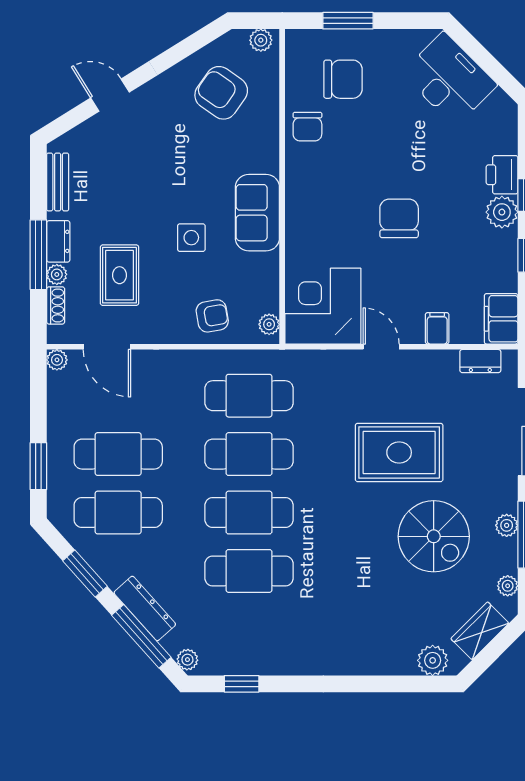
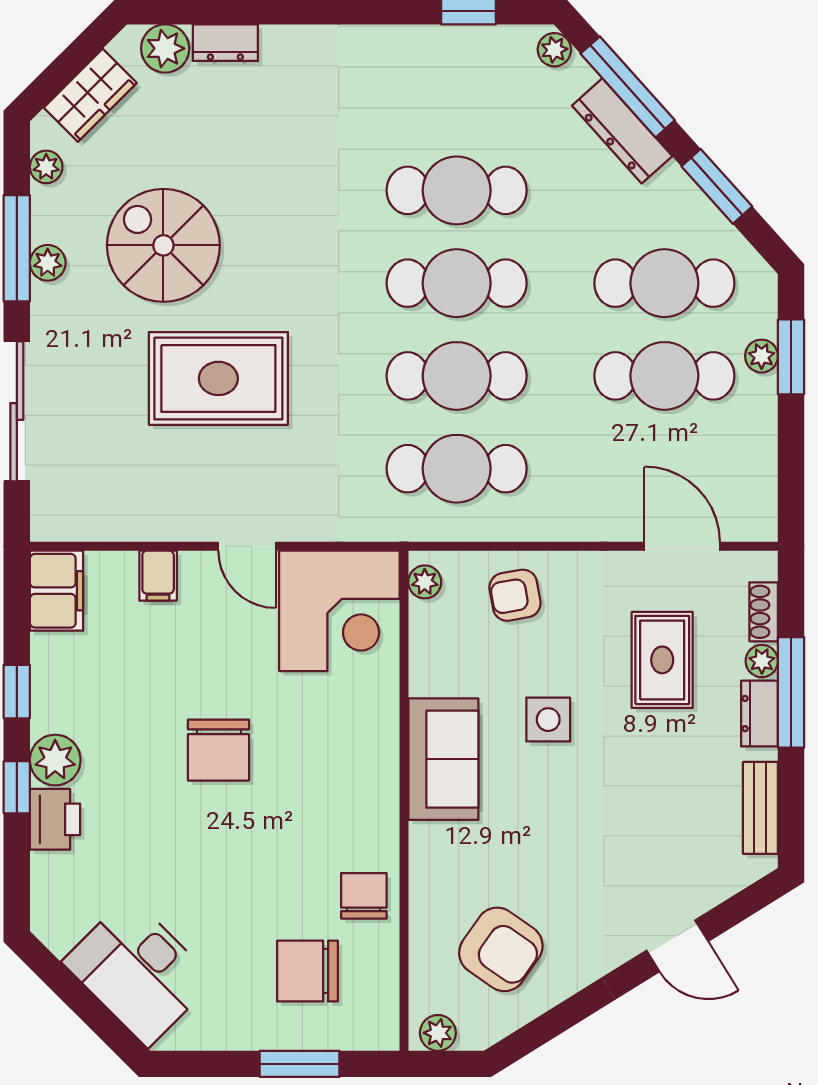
plant: (57, 360) -> (762, 356), moved
dresser: (480, 361) -> (225, 43), moved, turned 180

